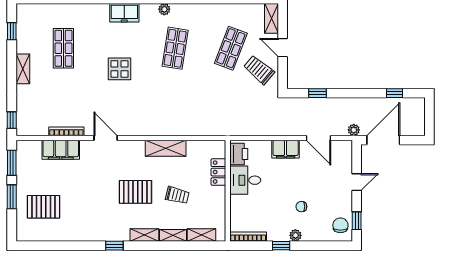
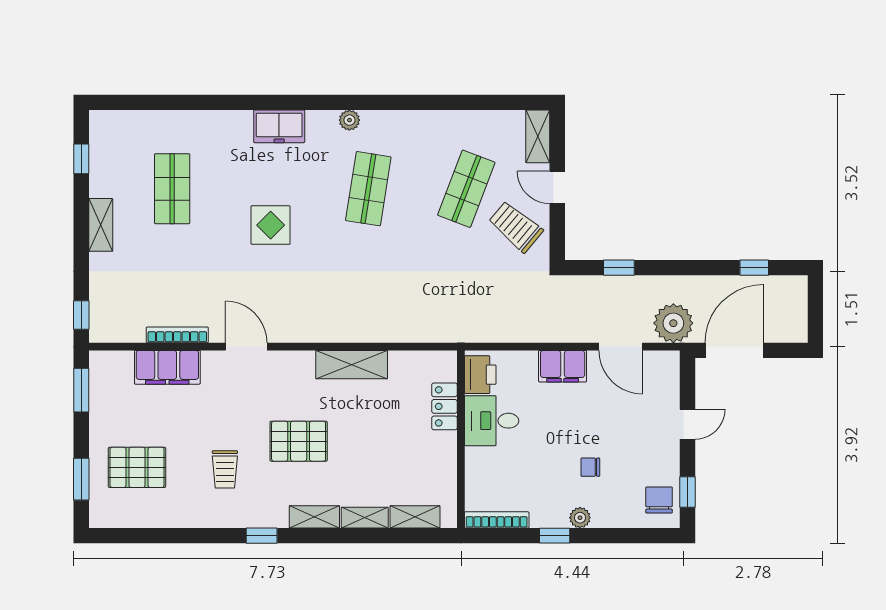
plant: (354, 130) -> (673, 323), width x1.88, depth x1.88
trolley: (177, 195) -> (225, 469), moved, turned 76
window: (12, 197) -> (81, 479), moved

